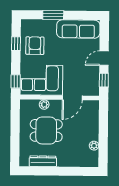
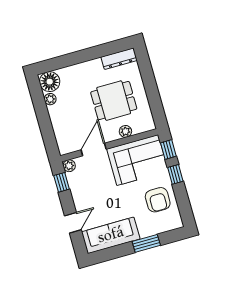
window: (16, 44) -> (175, 174), moved
door: (104, 58) -> (73, 223), moved
plant: (94, 91) -> (69, 166), added
floor lamp: (91, 159) -> (50, 82), added
dresser: (43, 161) -> (119, 59), moved

